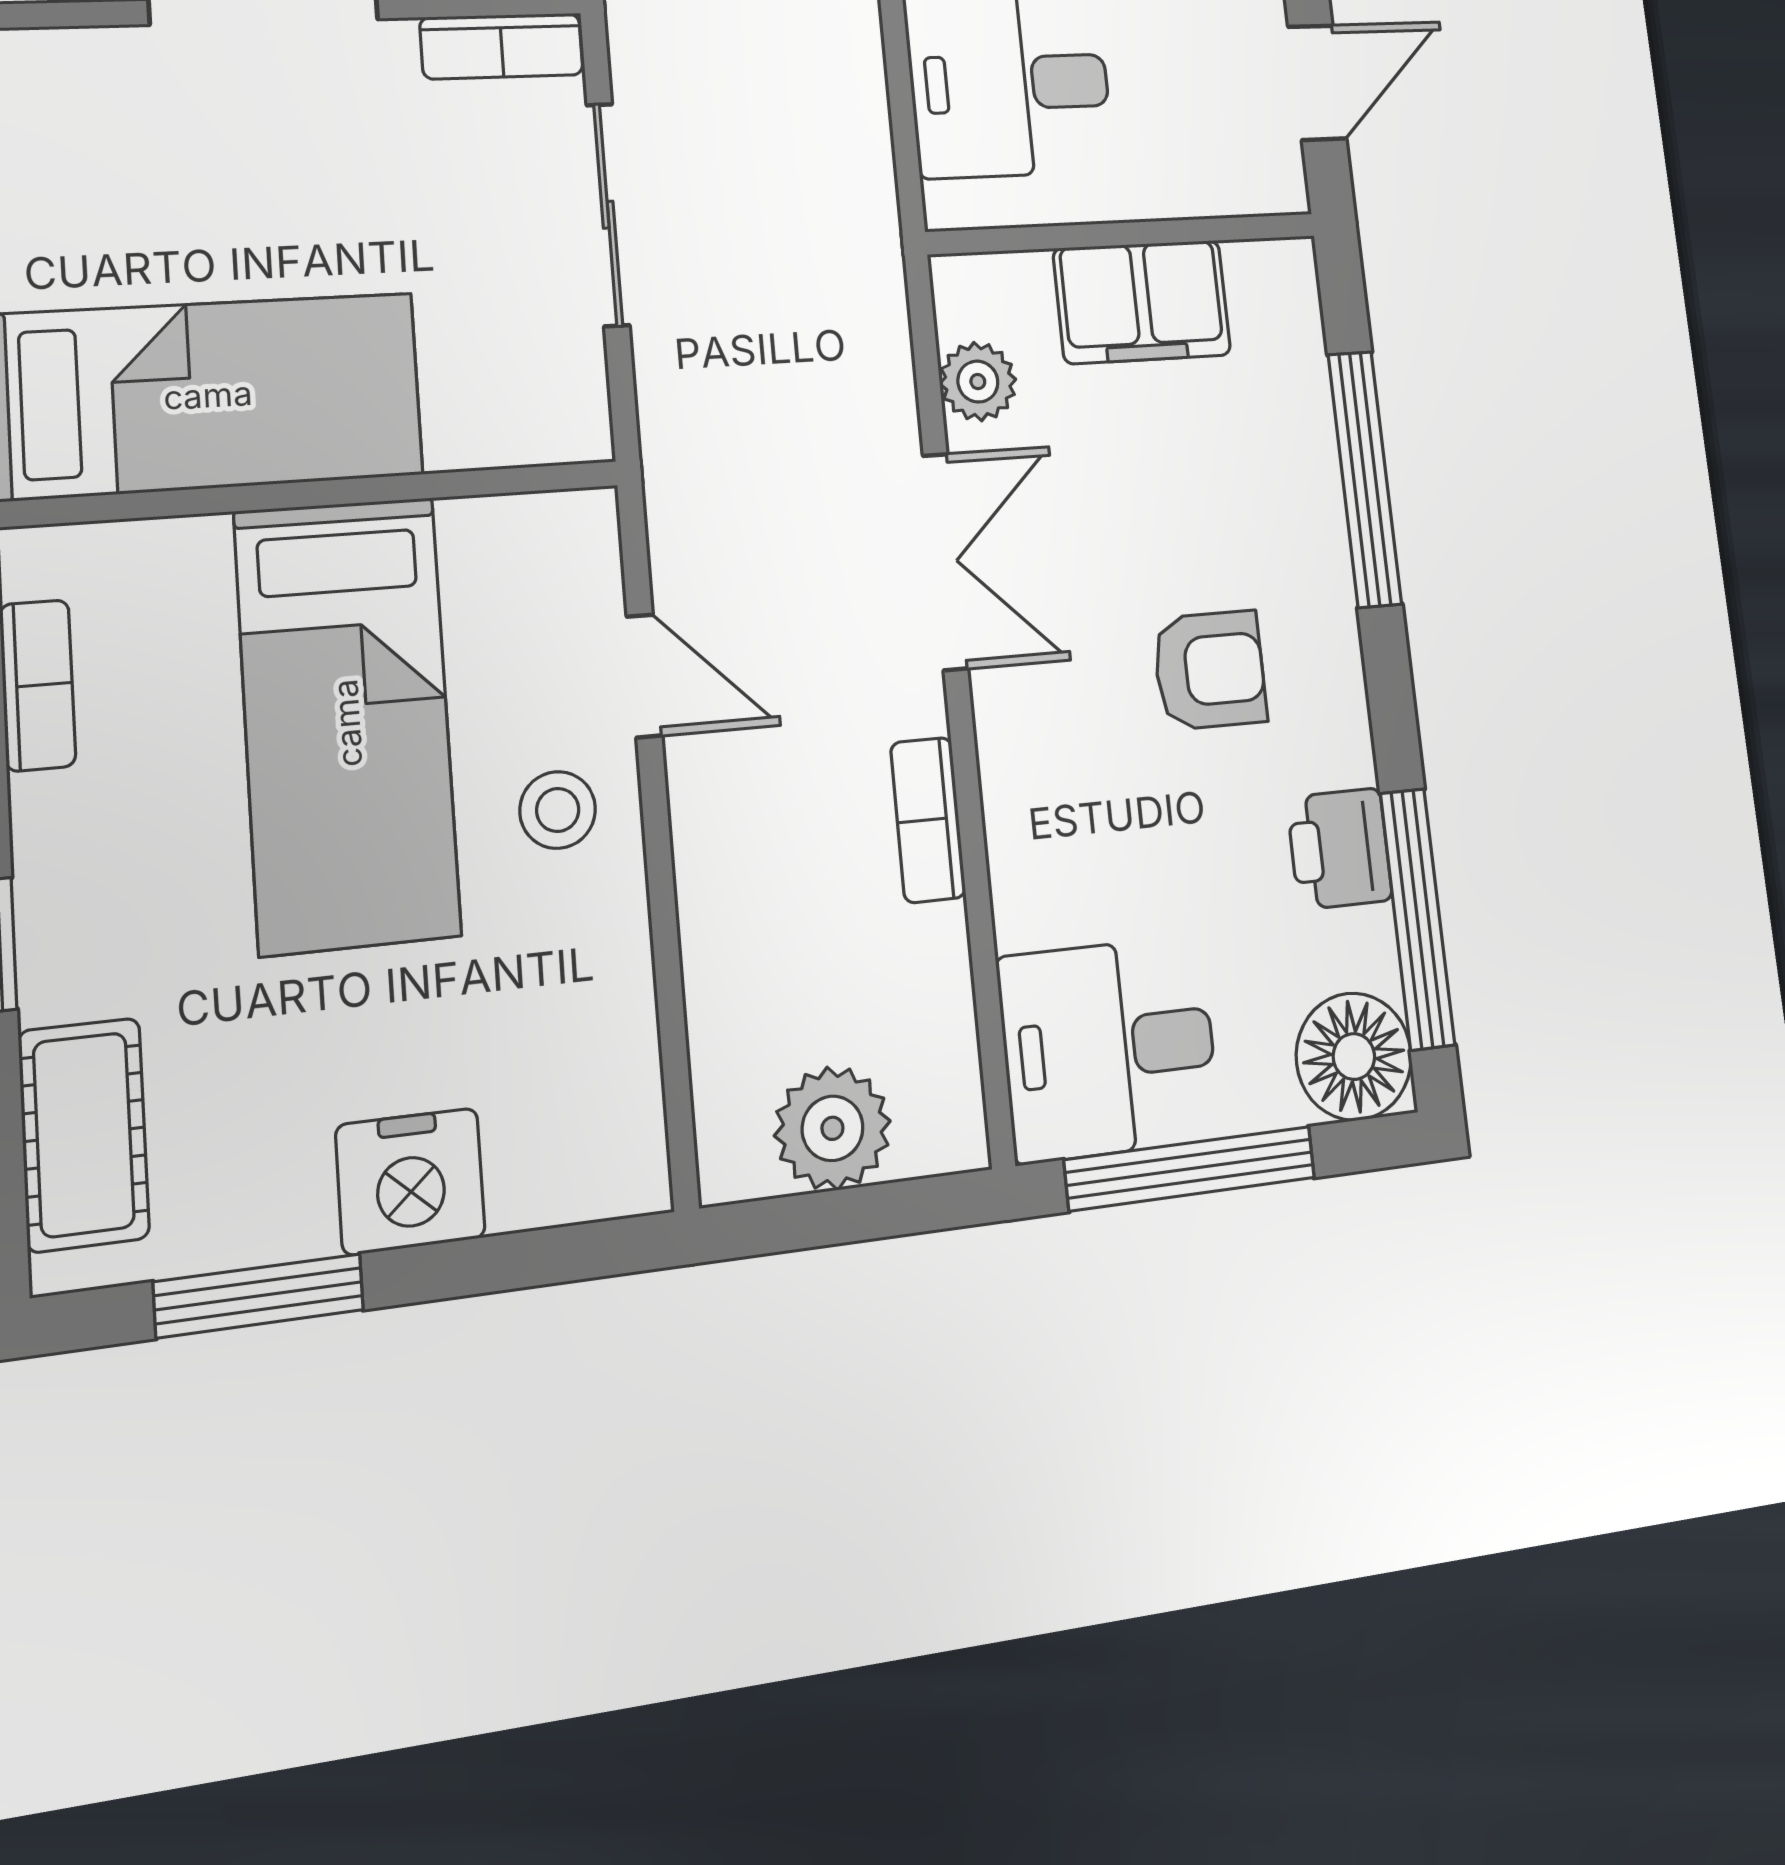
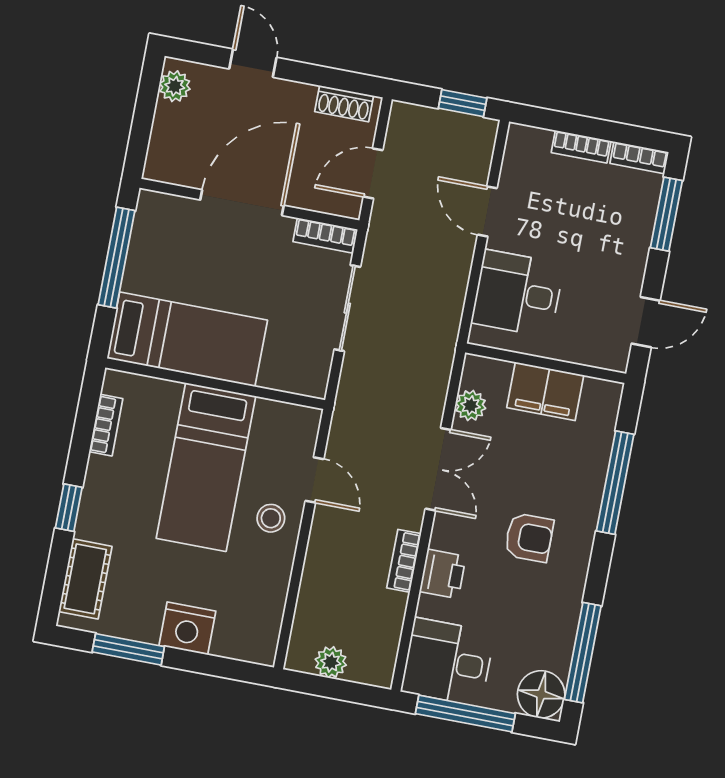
printer: (1340, 849) -> (443, 574), moved, turned 180
plant: (832, 1128) -> (331, 662), width x0.73, depth x0.73

